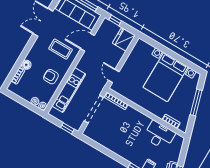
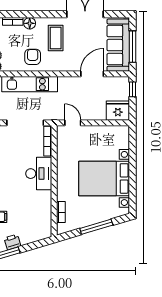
door: (88, 42) -> (92, 74), hinge flipped
coffee table: (61, 49) -> (56, 38), moved
door: (114, 76) -> (73, 123), hinge flipped
desk: (159, 135) -> (39, 174), moved

